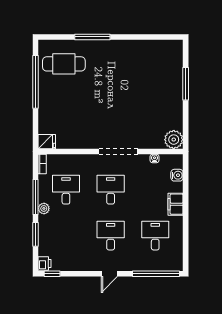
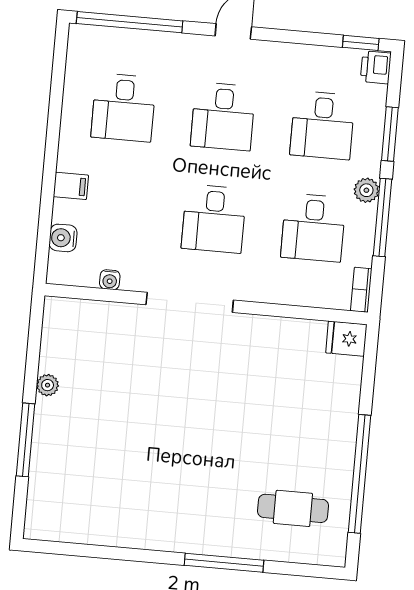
cafe table: (64, 64) -> (293, 508), width x0.73, depth x0.74
plant: (174, 140) -> (48, 385), moved, width x0.53, depth x0.53
filing cabinet: (176, 204) -> (71, 186), width x0.50
desk: (66, 236) -> (322, 125), added

